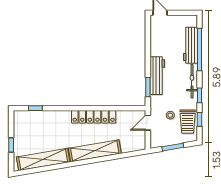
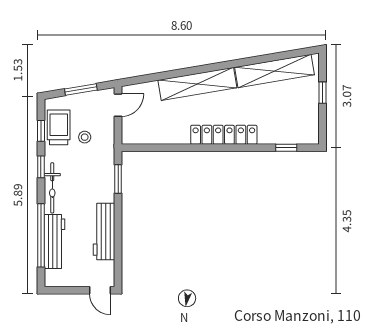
workbench: (157, 76) -> (104, 231), moved
locker: (94, 117) -> (224, 135), moved
door: (148, 123) -> (118, 105), moved

